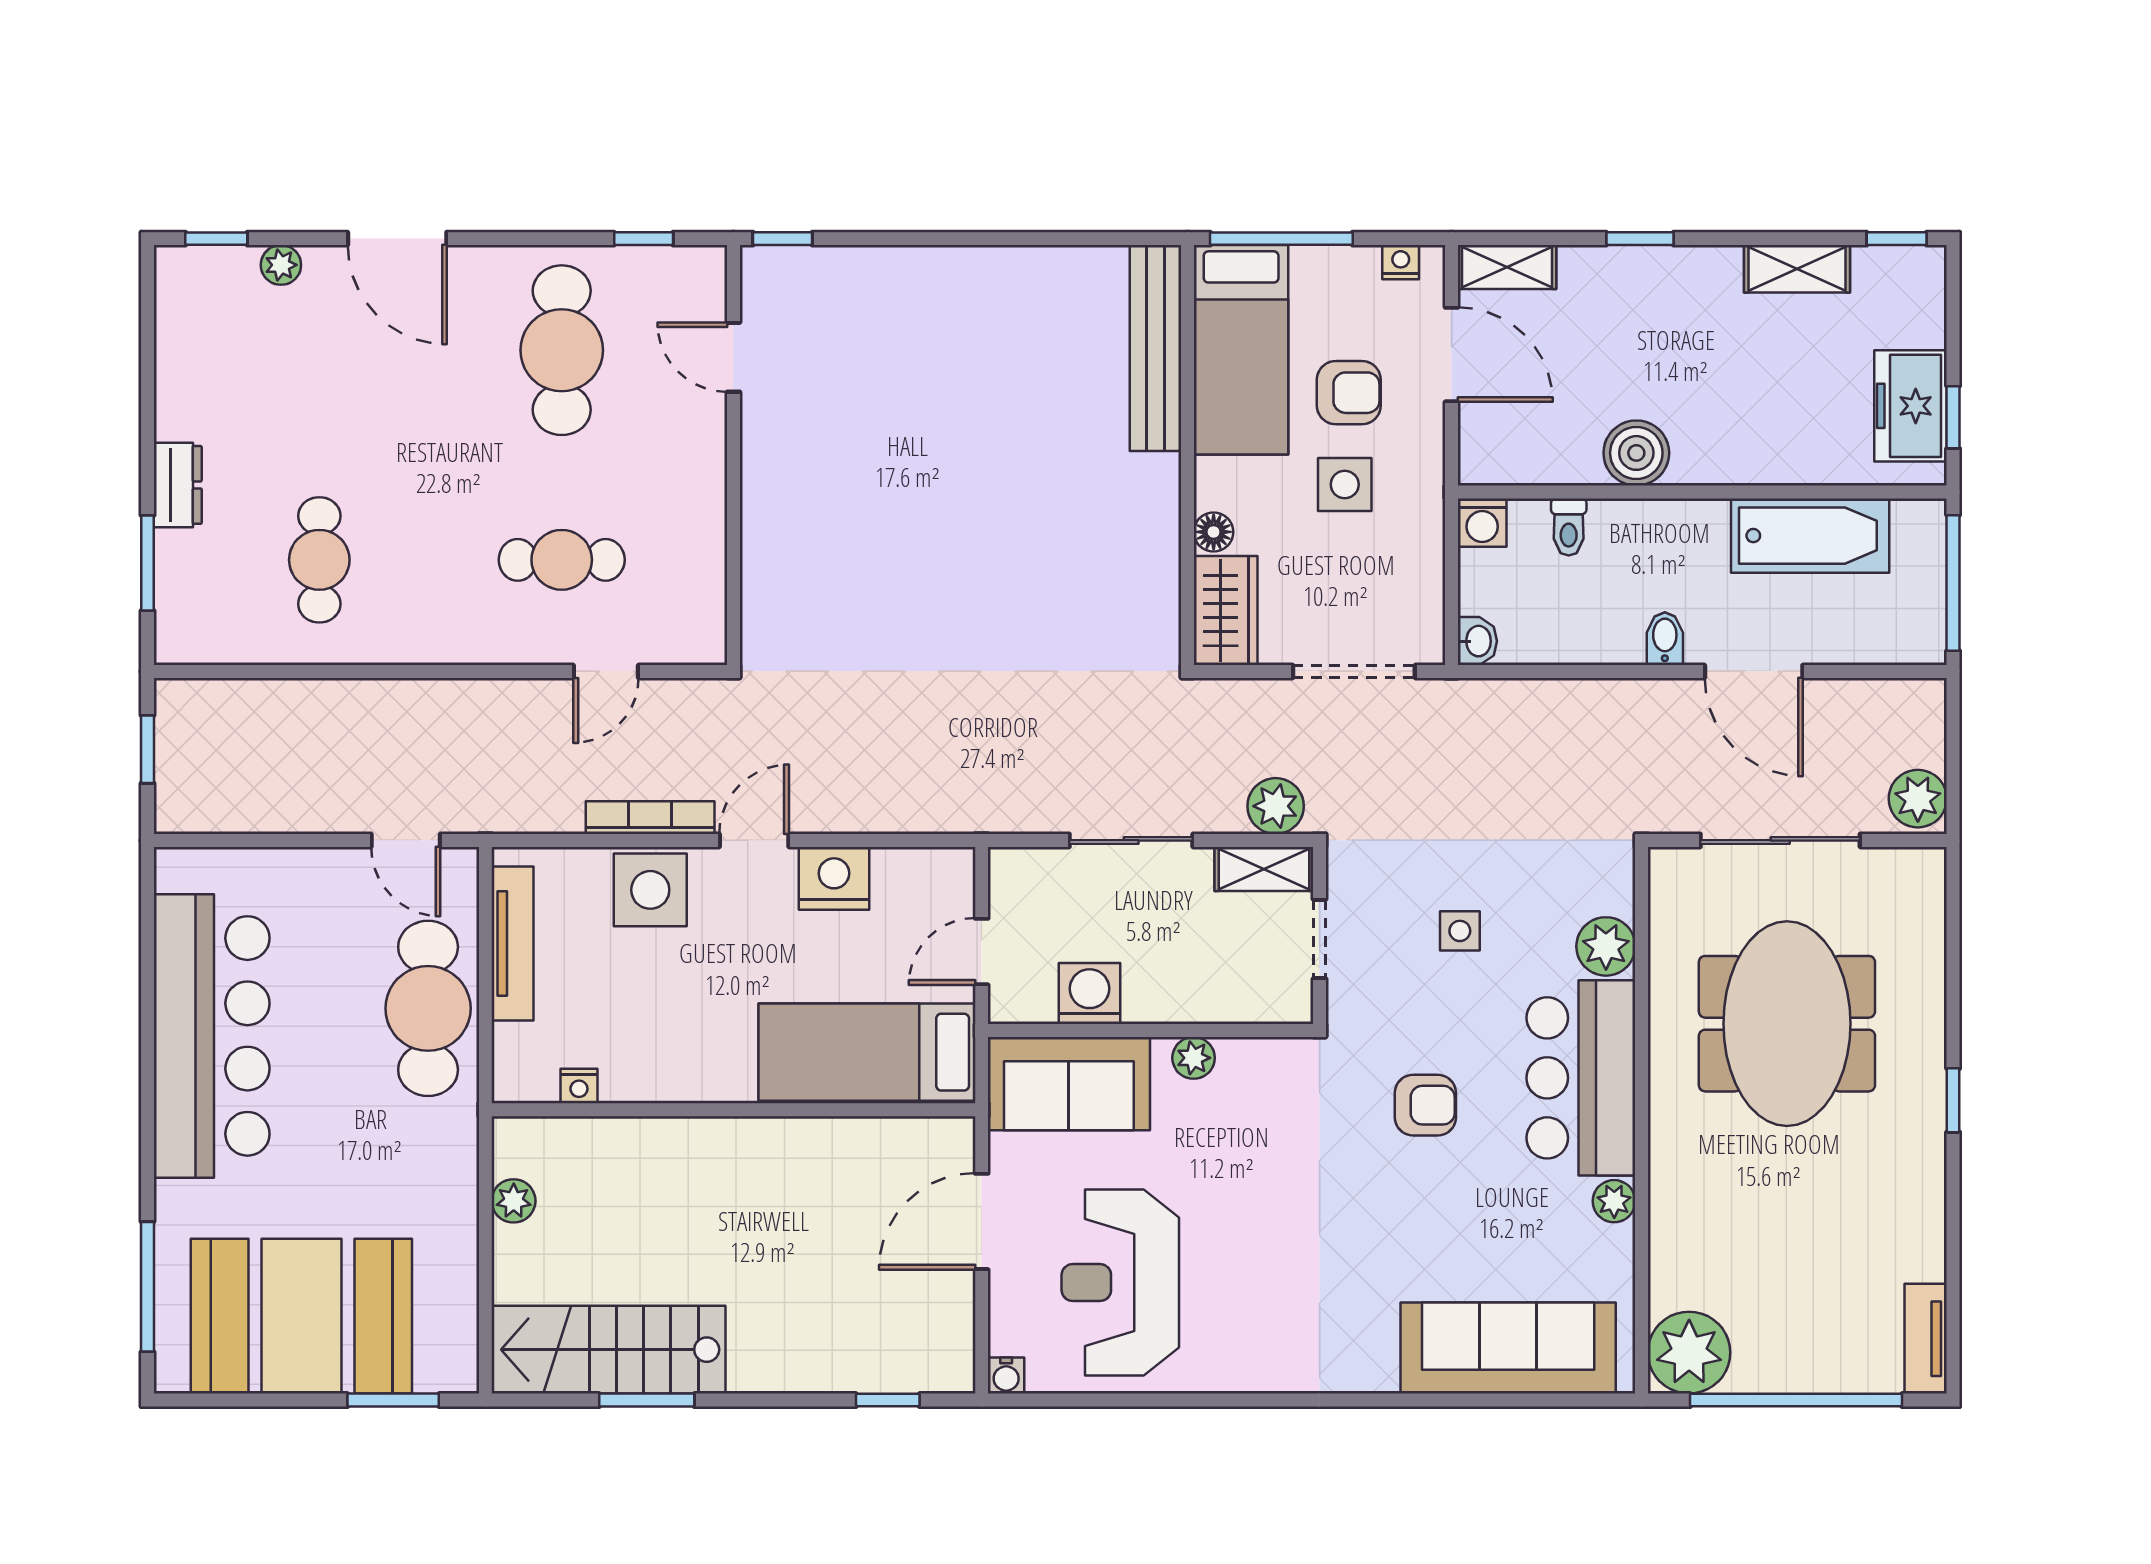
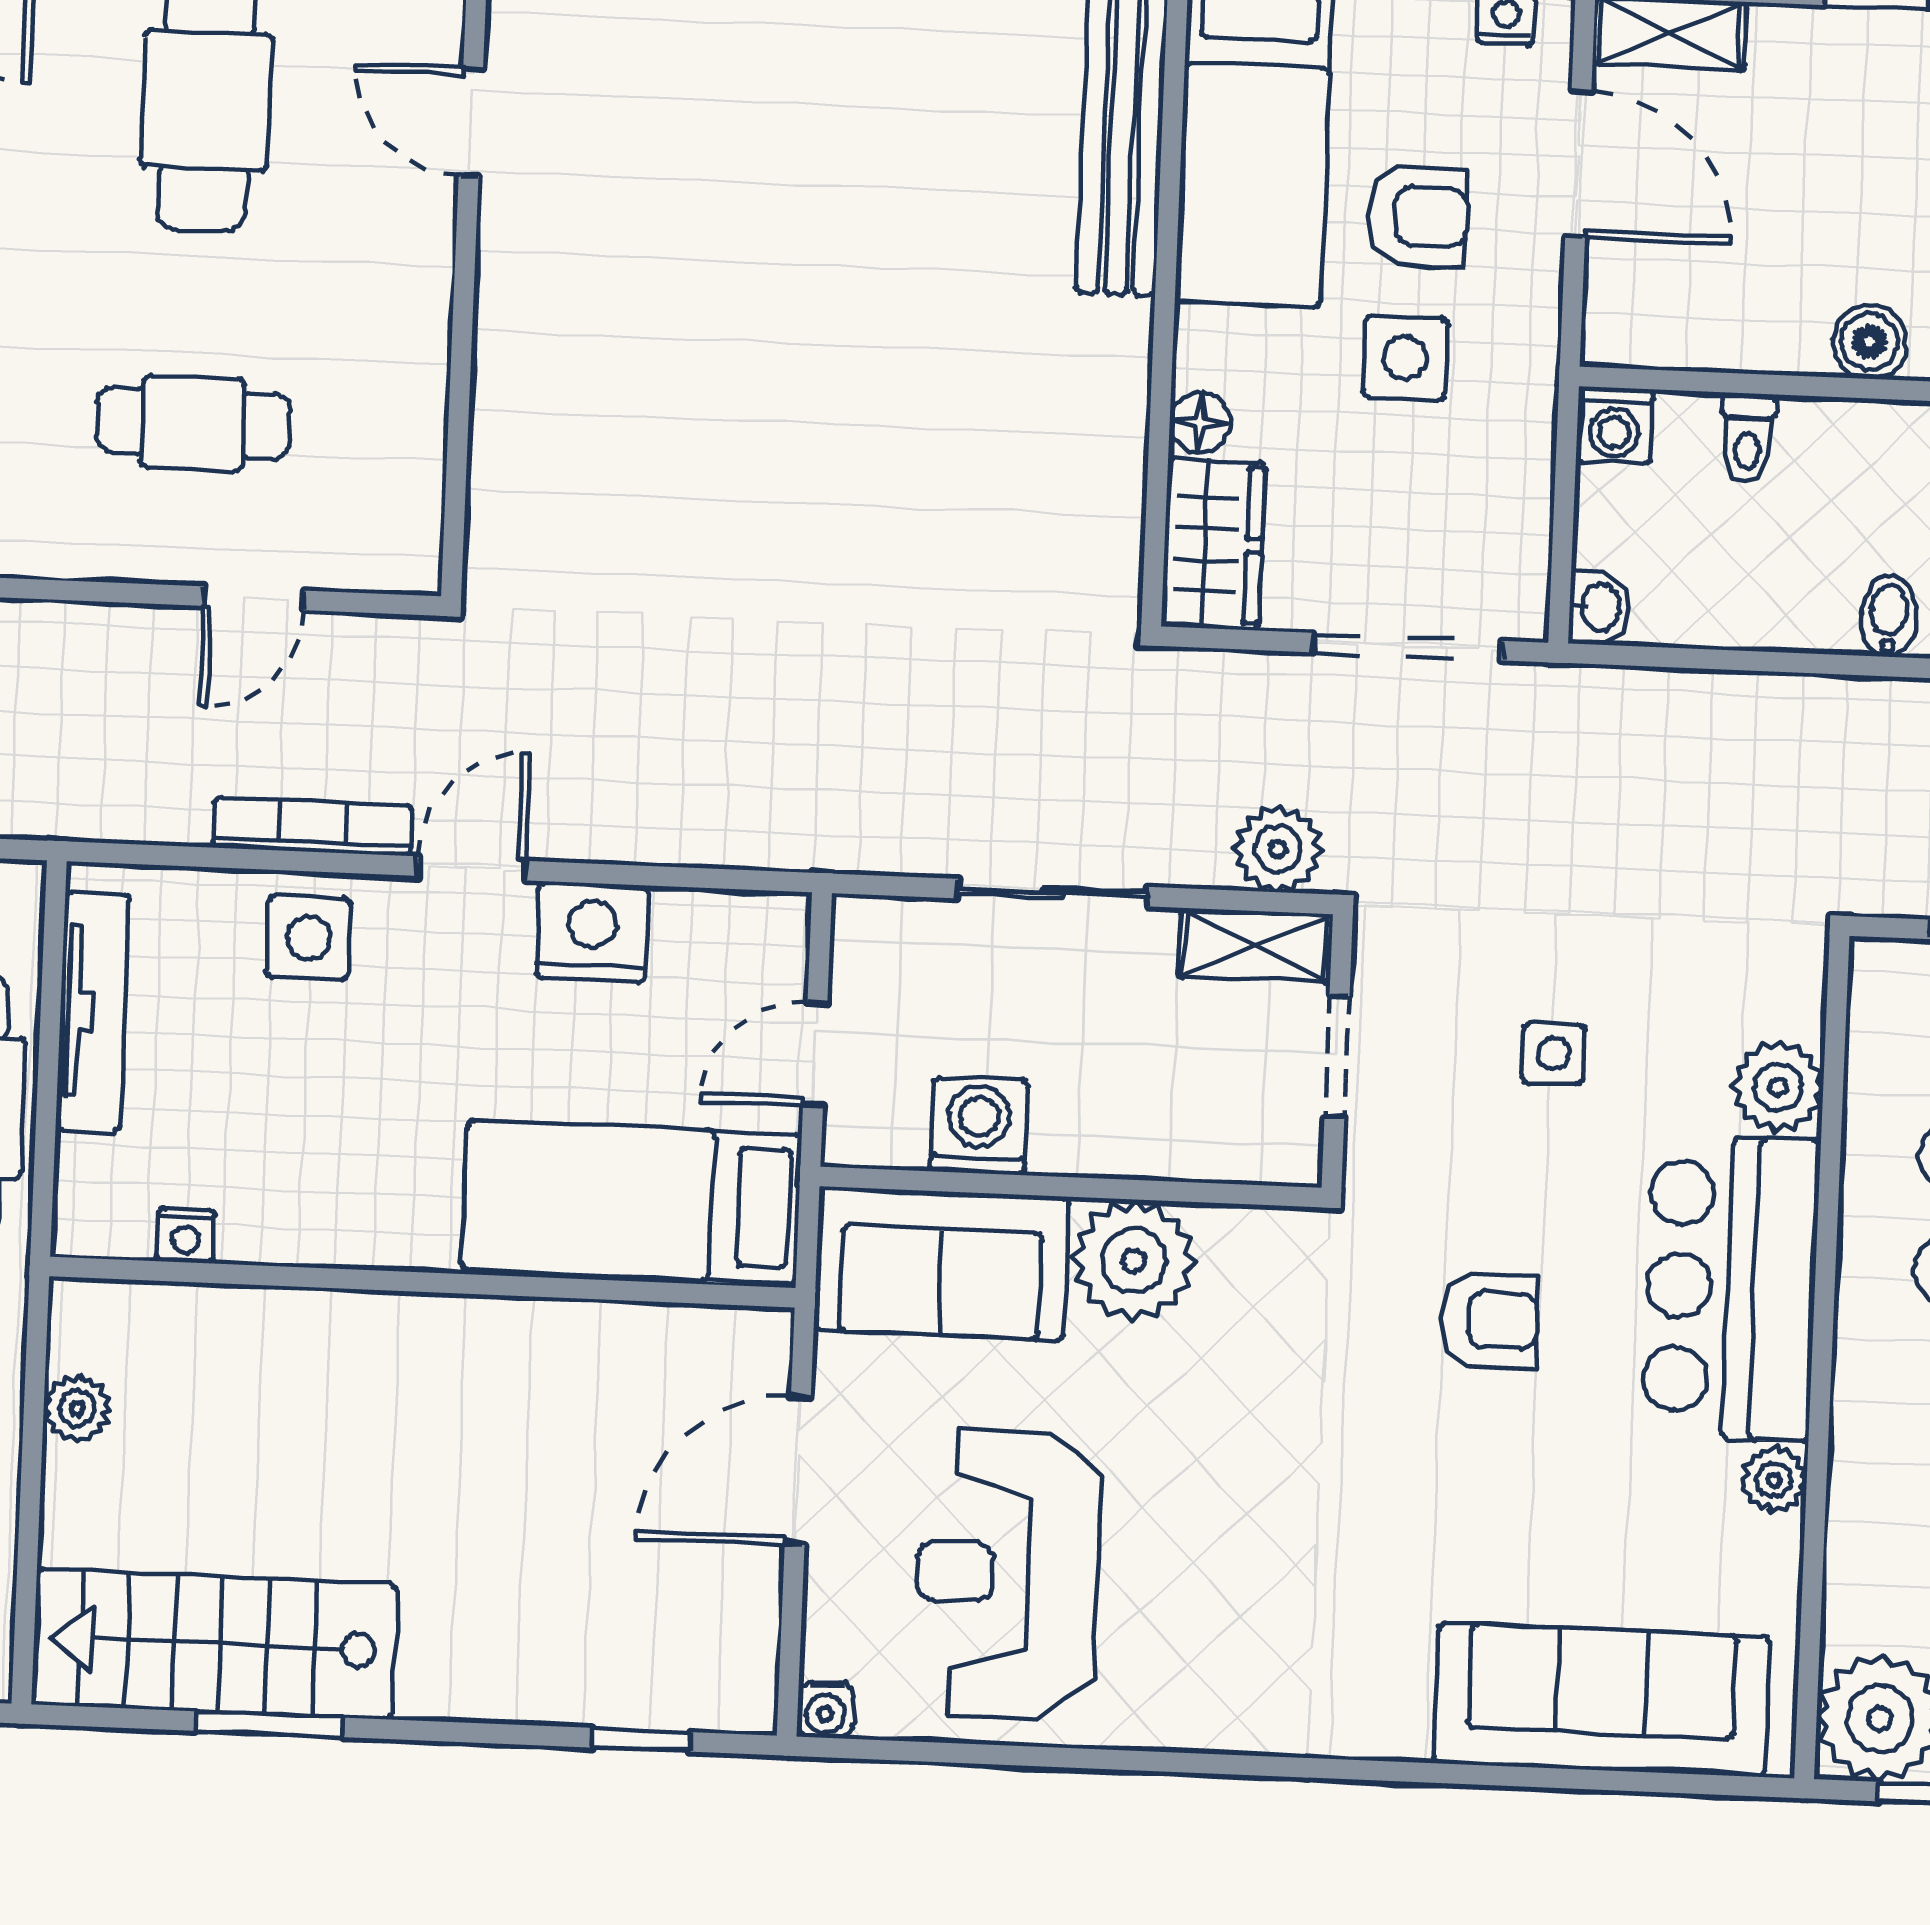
boiler: (1636, 453) -> (1870, 342), width x0.73, depth x0.73
side table: (650, 890) -> (308, 938), width x0.73, depth x0.73
plant: (1194, 1058) -> (1134, 1260), width x1.87, depth x1.87

